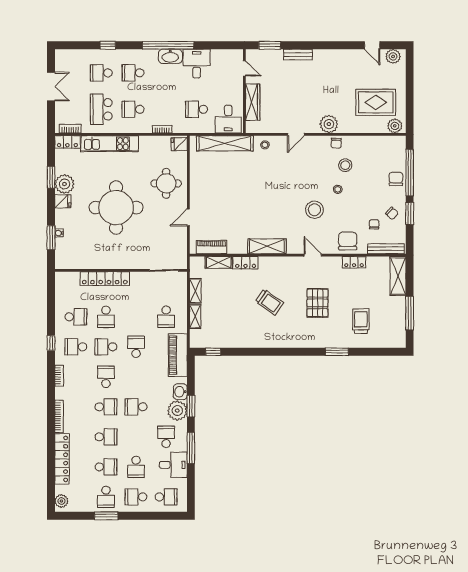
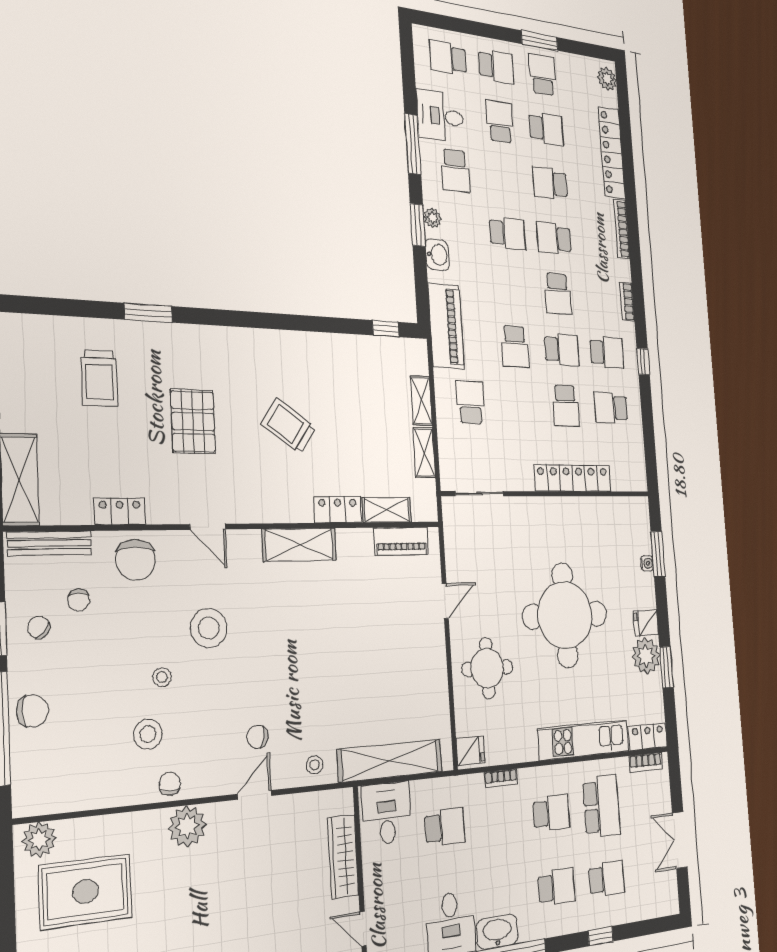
chair: (293, 160) -> (257, 737), added
chair: (396, 179) -> (32, 711), turned -90
school desk: (106, 317) -> (566, 406), turned 180
plant: (177, 411) -> (432, 218), width x0.53, depth x0.53
school desk: (106, 467) -> (546, 129), turned 180

